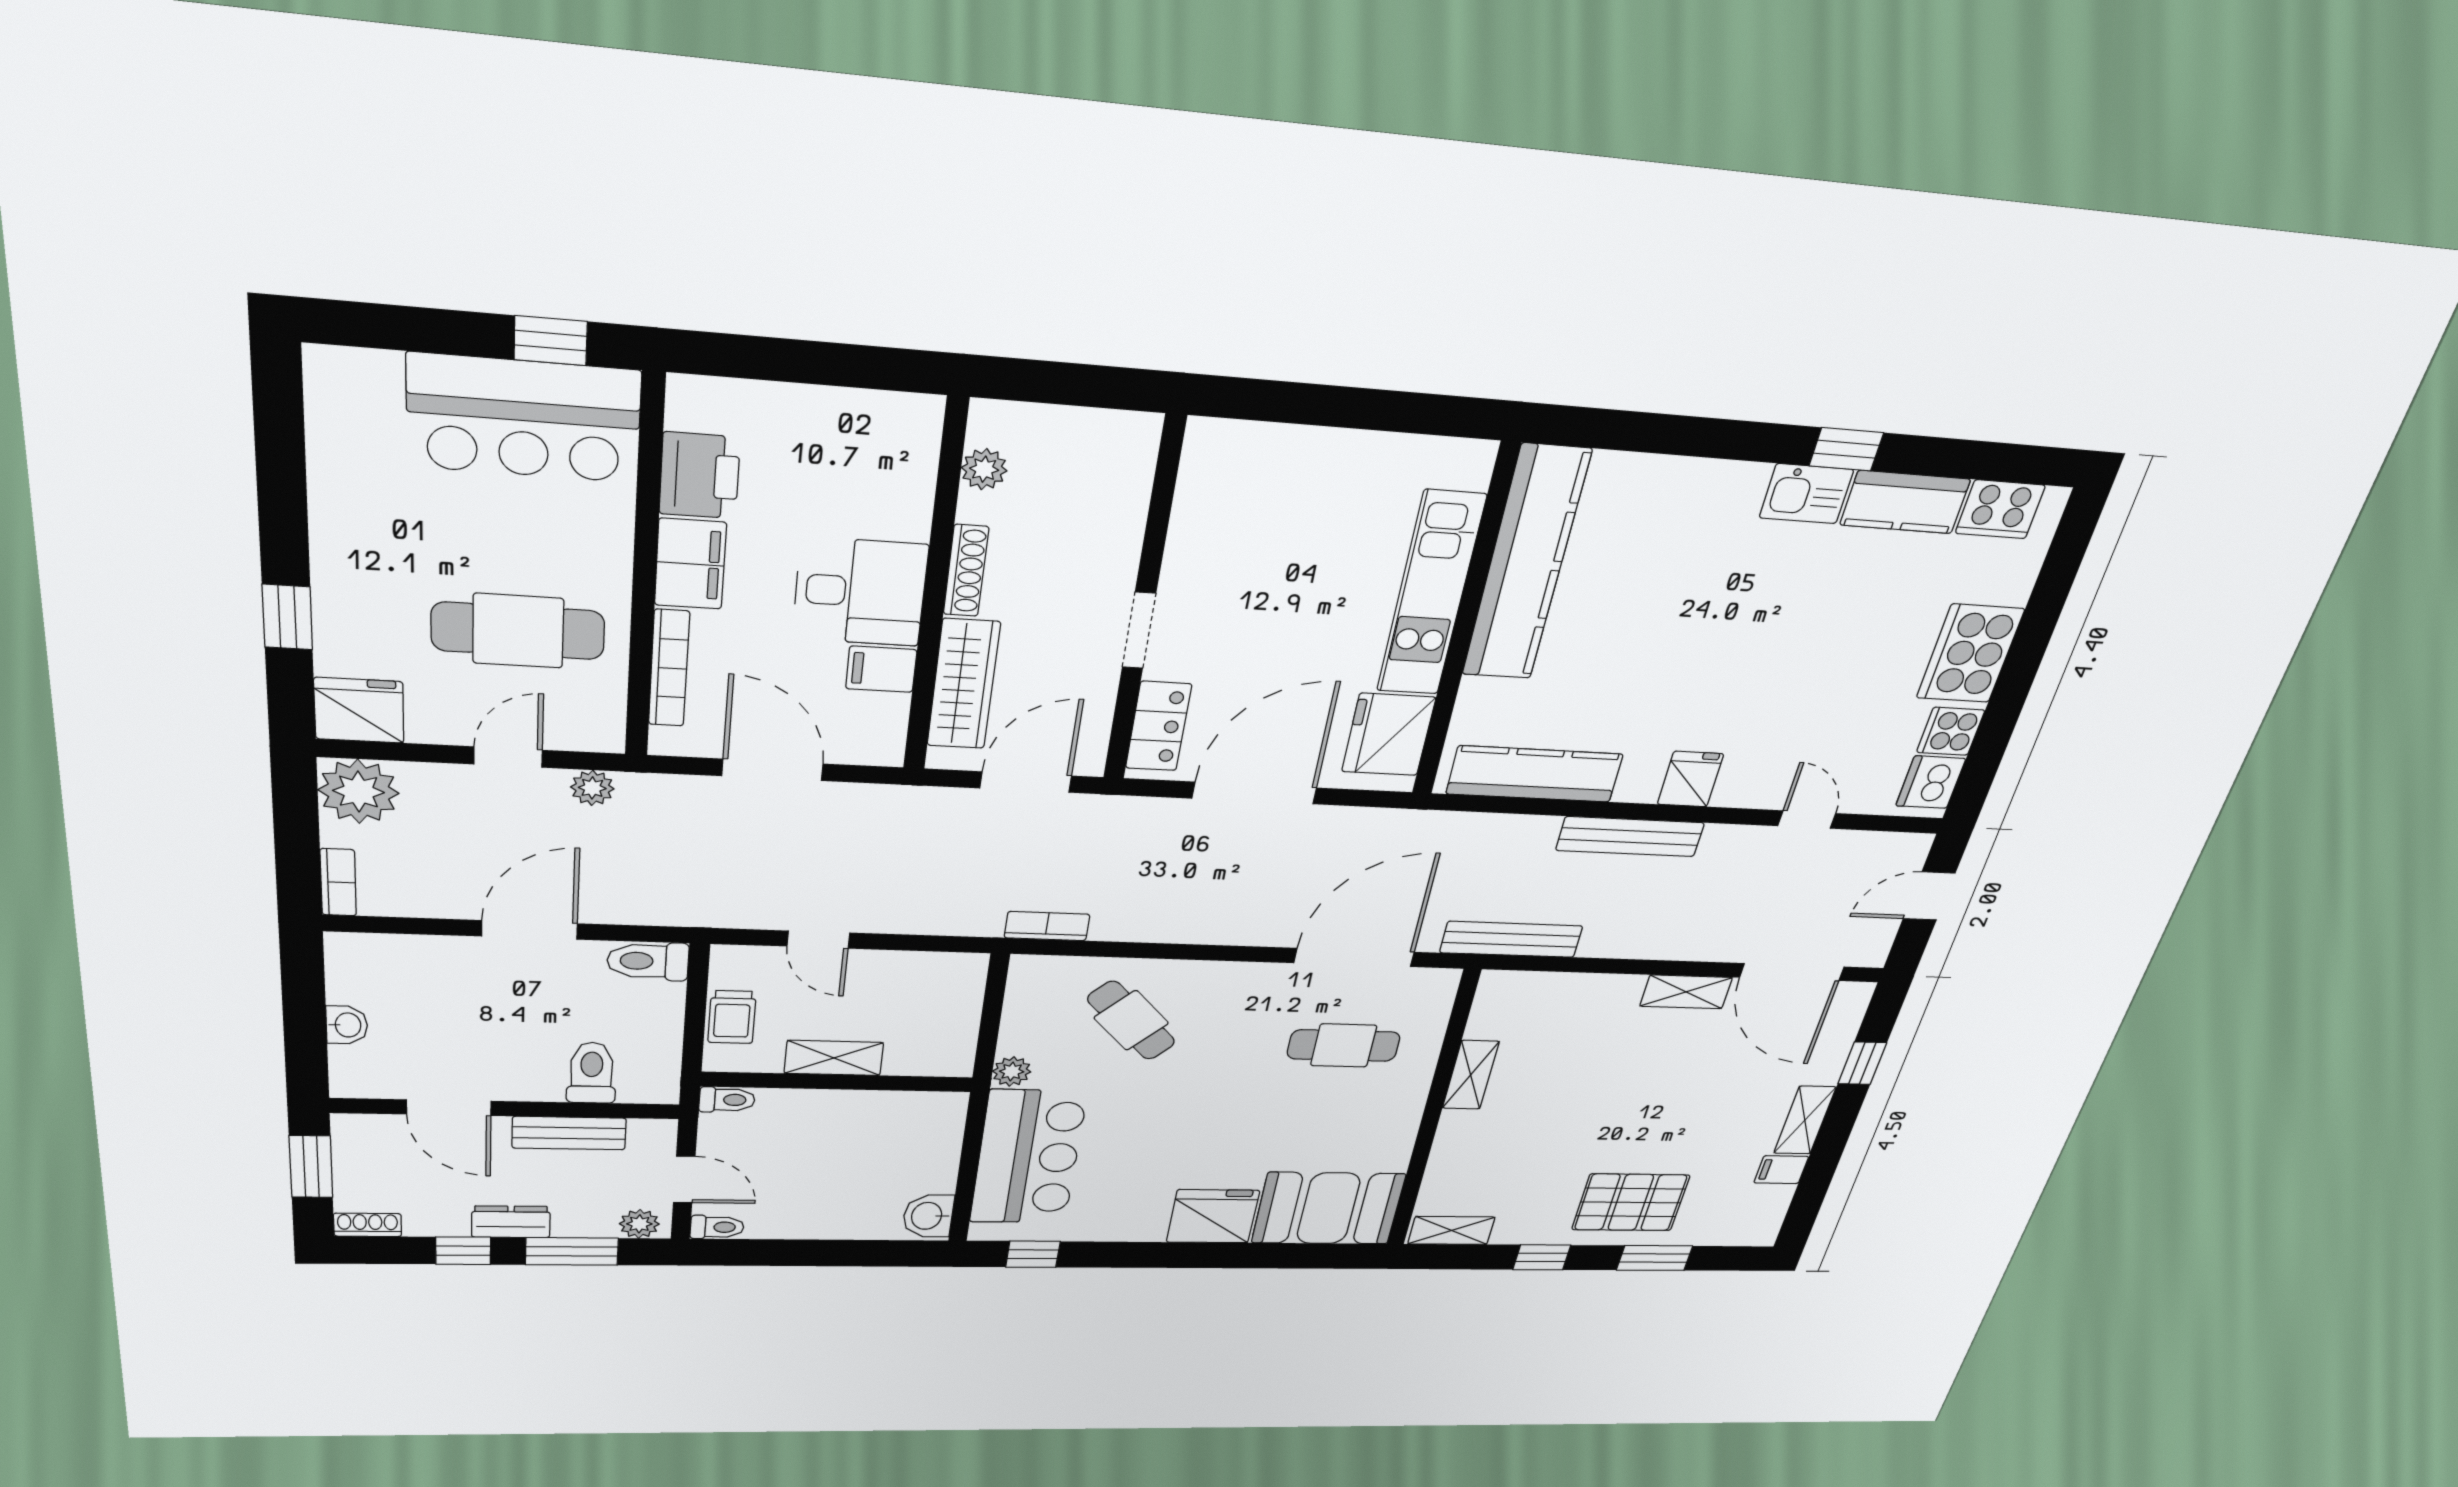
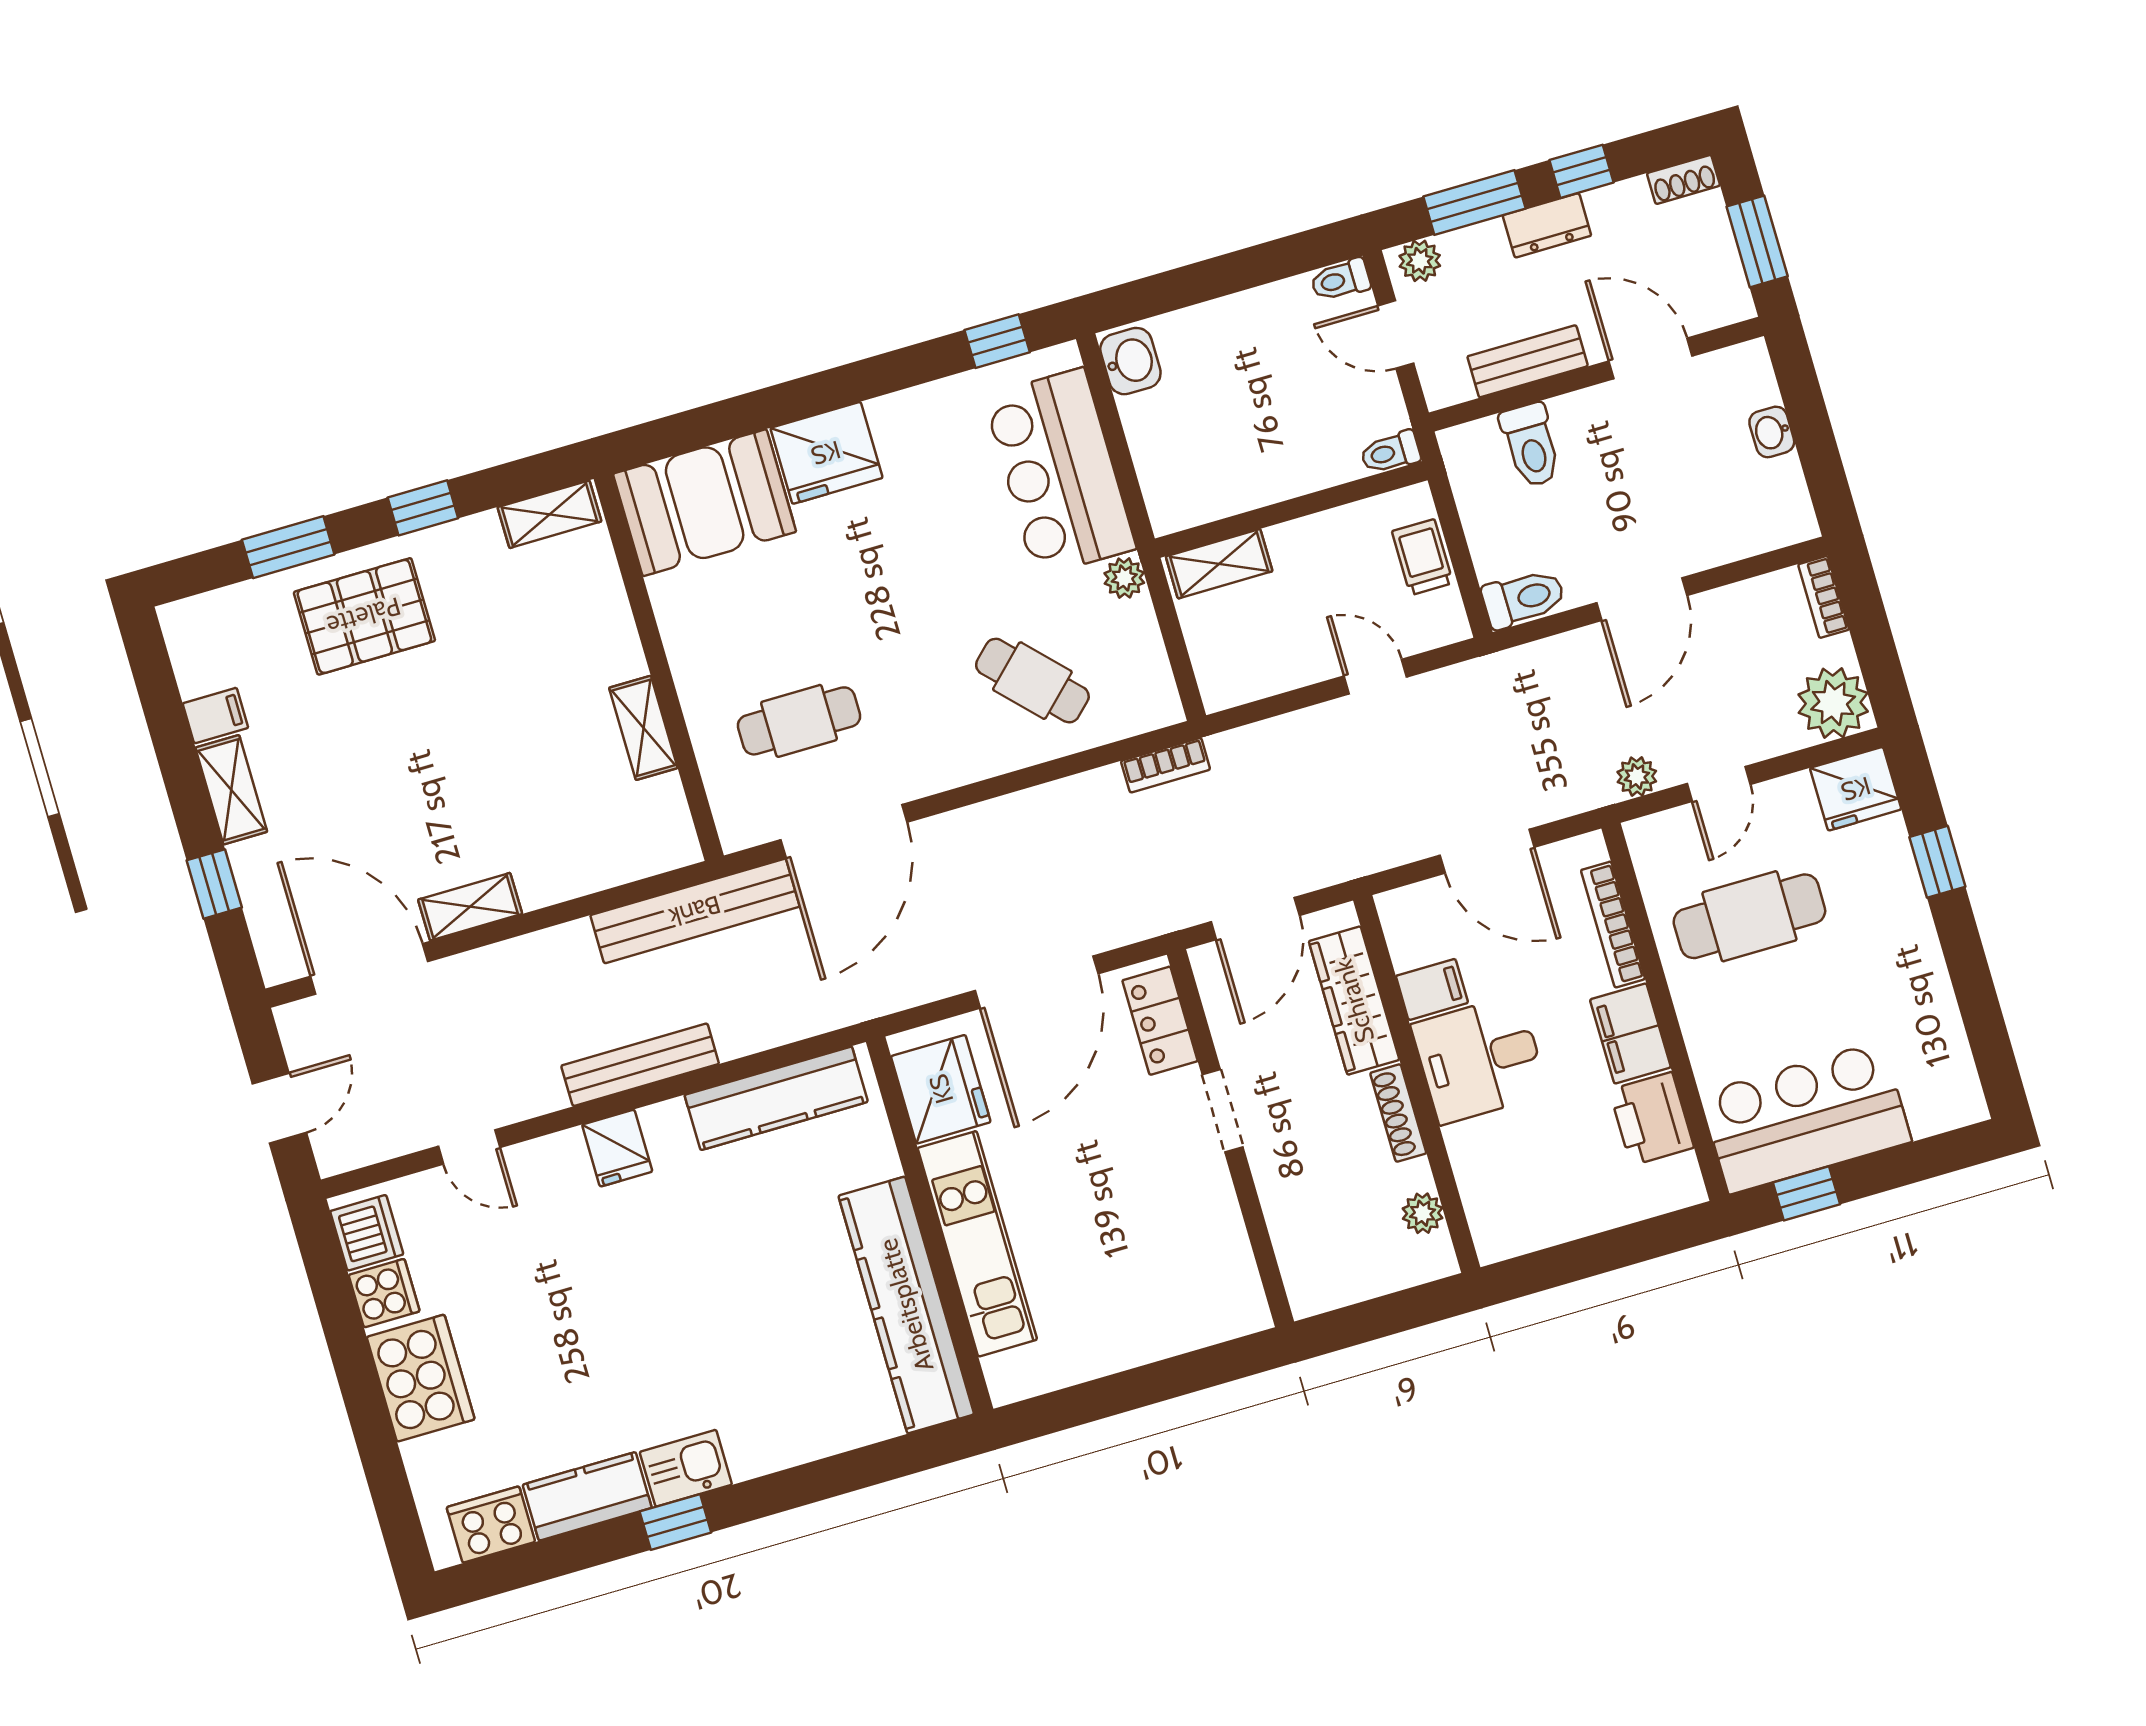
bench: (1511, 939) -> (695, 911), width x1.37, depth x1.21
shelving: (834, 1058) -> (1219, 564), moved

